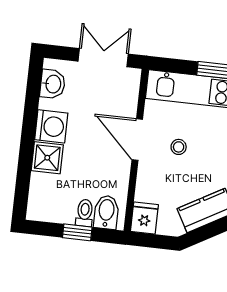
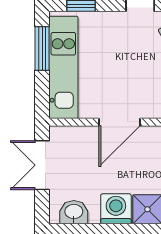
stool: (179, 147) -> (122, 80), removed

